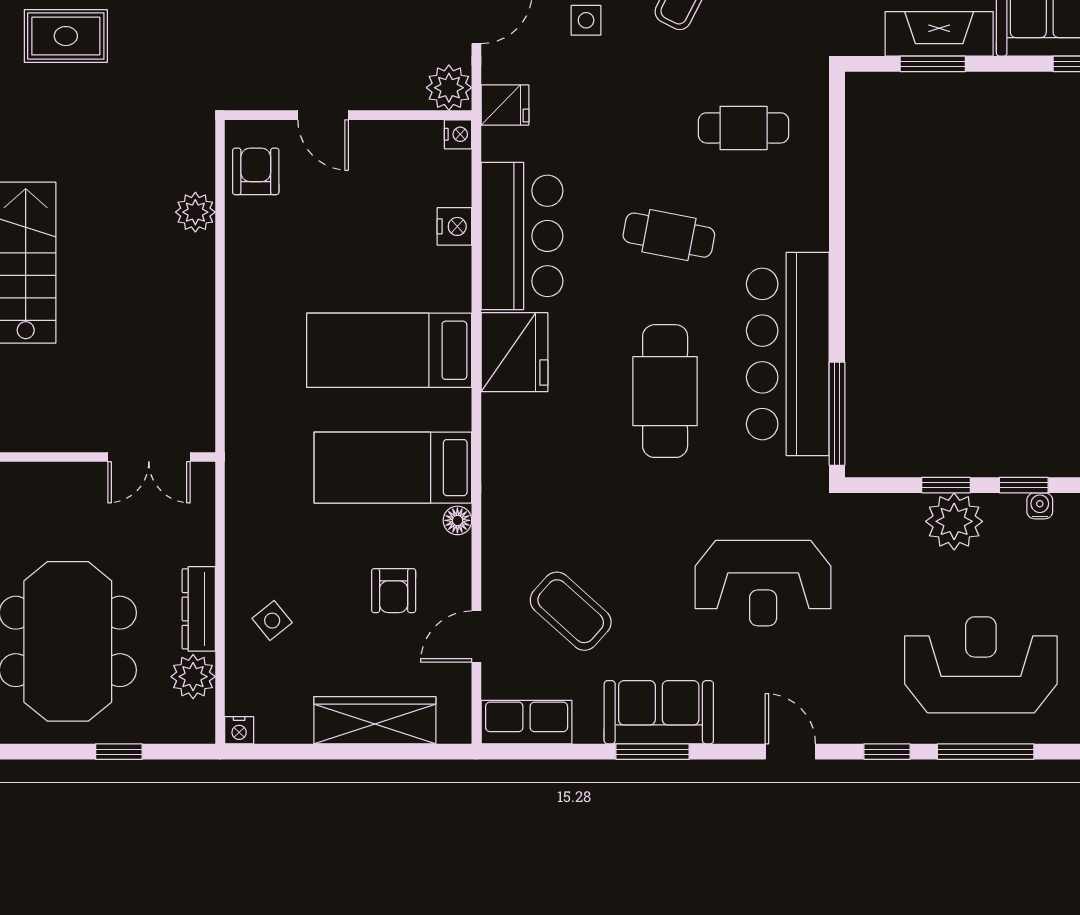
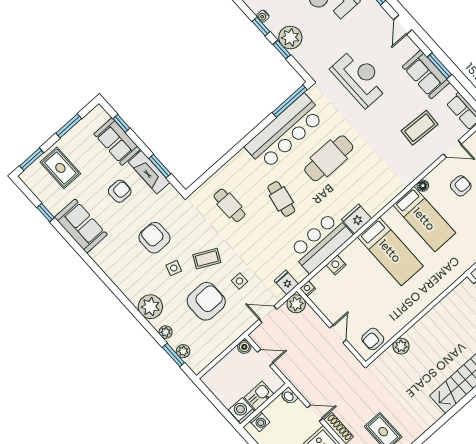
fridge: (514, 352) -> (357, 219), width x0.73, depth x0.75
coffee table: (571, 611) -> (420, 128), turned 51

